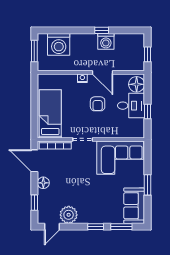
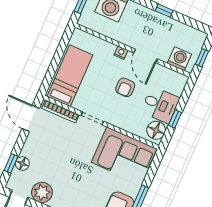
washing machine: (106, 41) -> (179, 59), moved, turned 180
floor lamp: (137, 84) -> (156, 130), moved
floor lamp: (43, 183) -> (22, 164), moved

